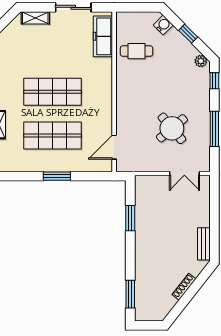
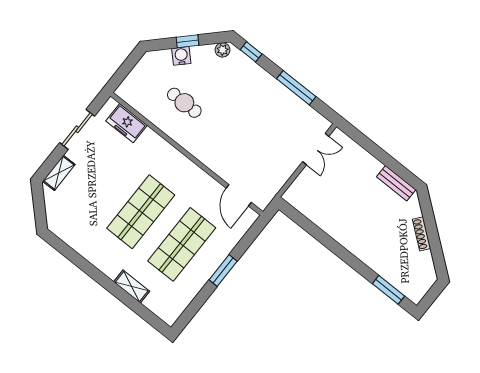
water cooler: (163, 25) -> (181, 56), moved
freezer: (103, 36) -> (126, 123), width x0.71
cafe table: (137, 51) -> (184, 103), moved, turned 90
round table: (172, 128) -> (264, 127), removed
window: (130, 218) -> (317, 233), removed

